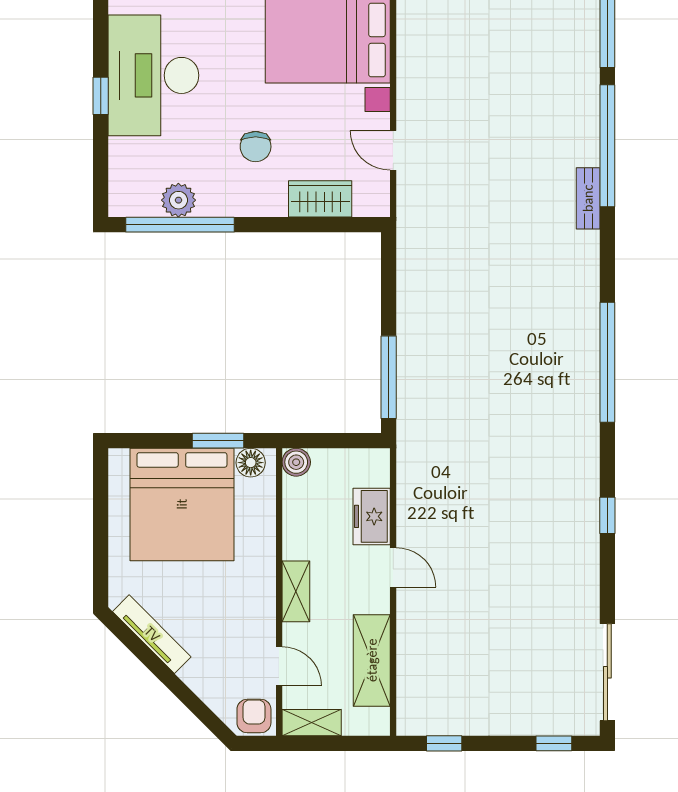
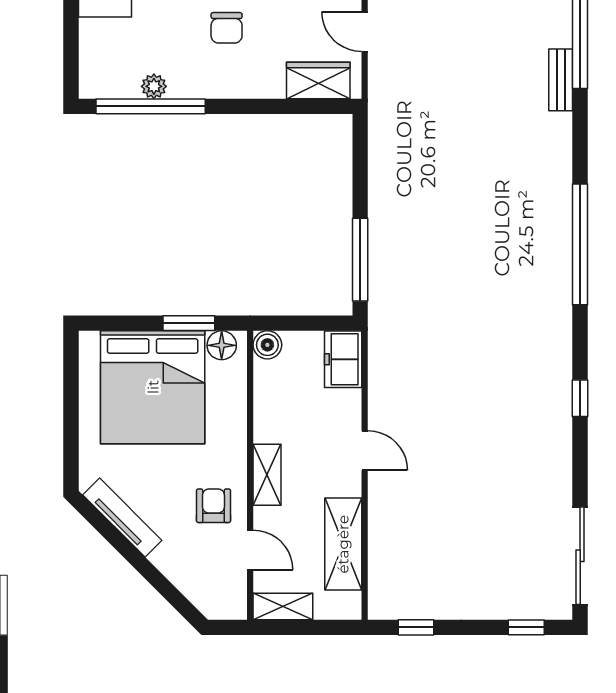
wardrobe: (320, 199) -> (318, 80), moved
plant: (178, 200) -> (154, 86), width x0.73, depth x0.73
freezer: (372, 516) -> (343, 359), moved
armchair: (254, 716) -> (213, 506), moved

